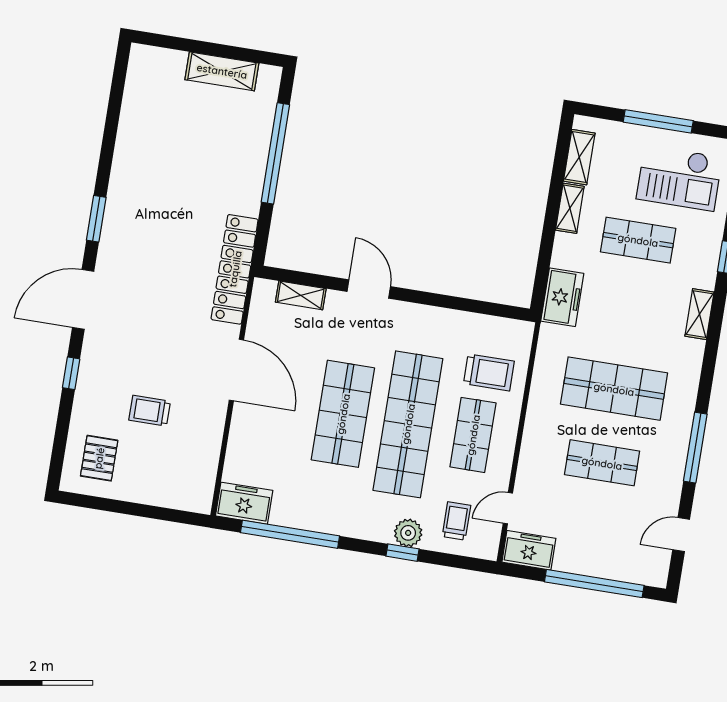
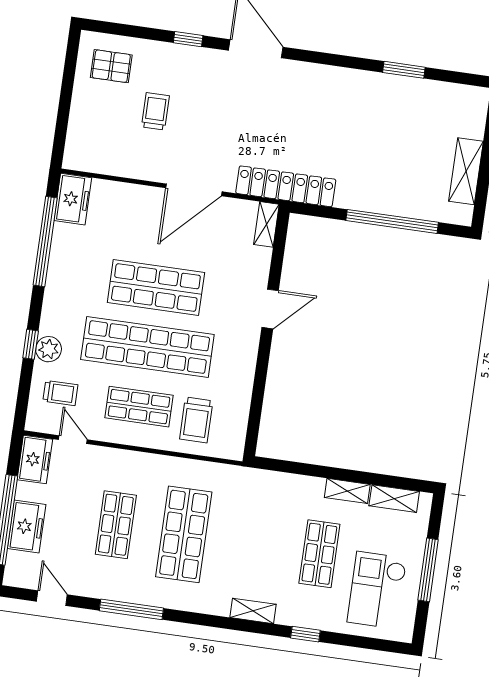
window: (96, 219) -> (404, 70), moved
shelving: (301, 295) -> (266, 224), moved
freezer: (562, 297) -> (27, 527), moved, turned -90

